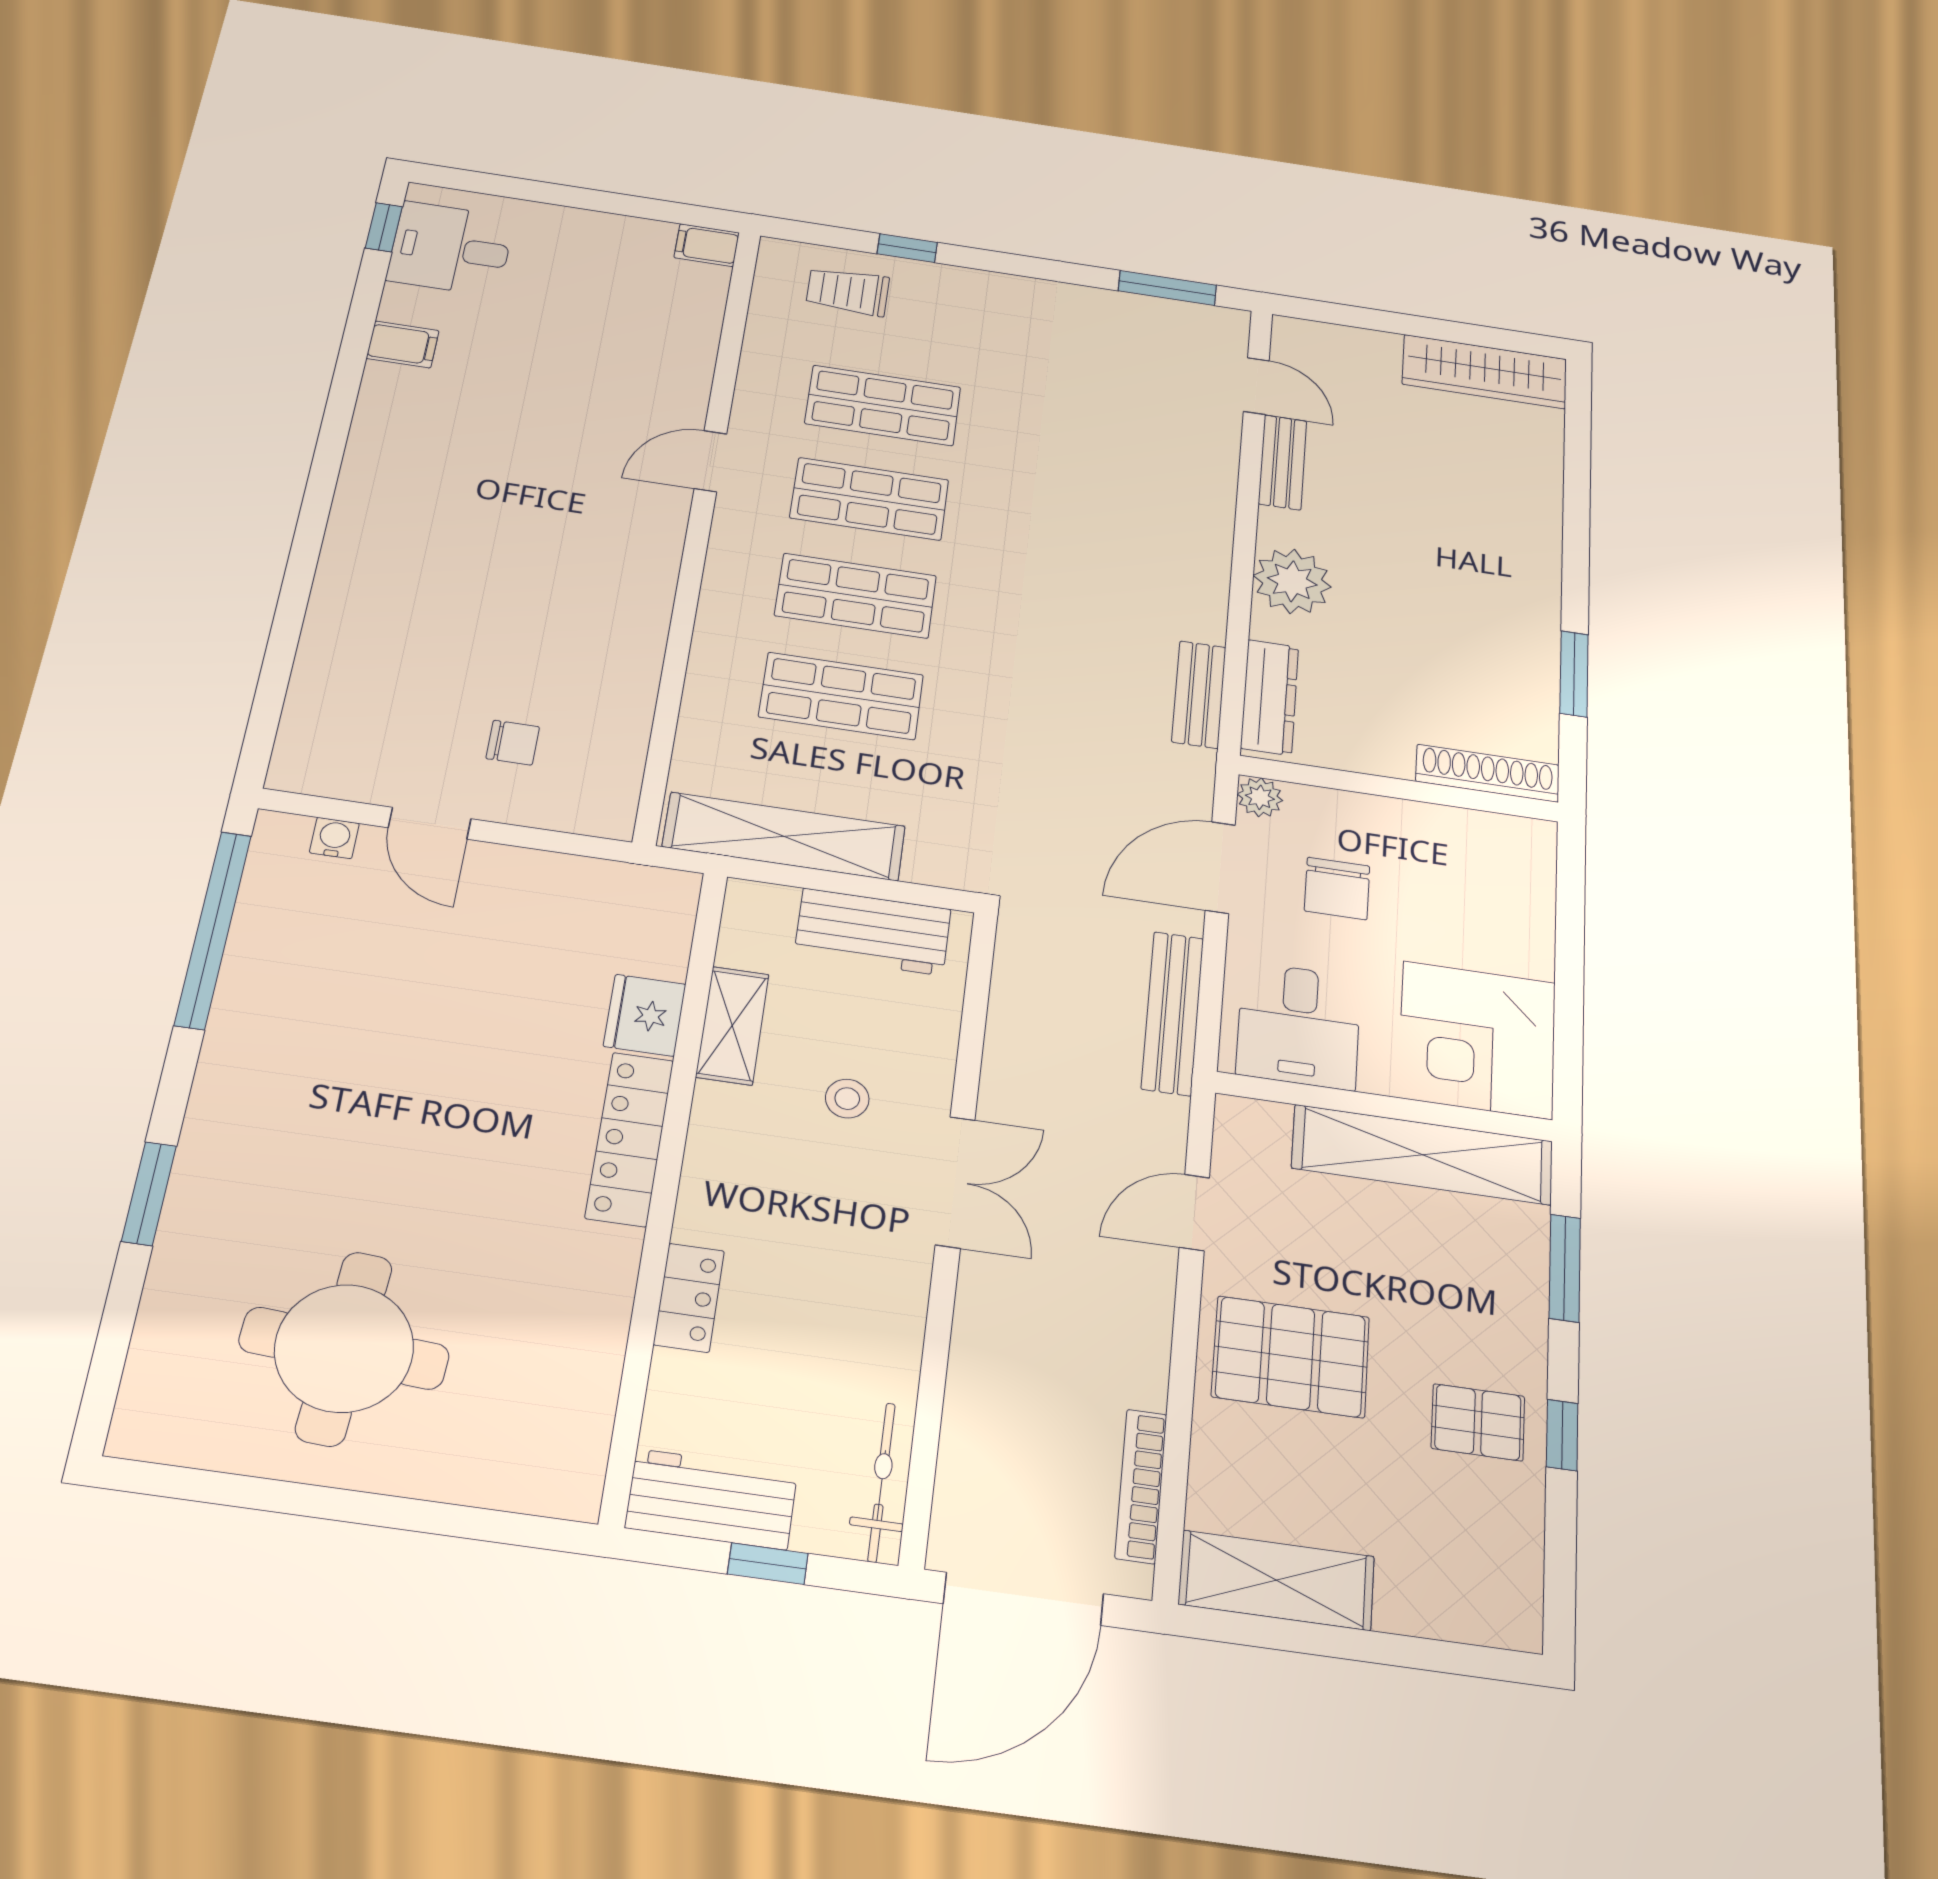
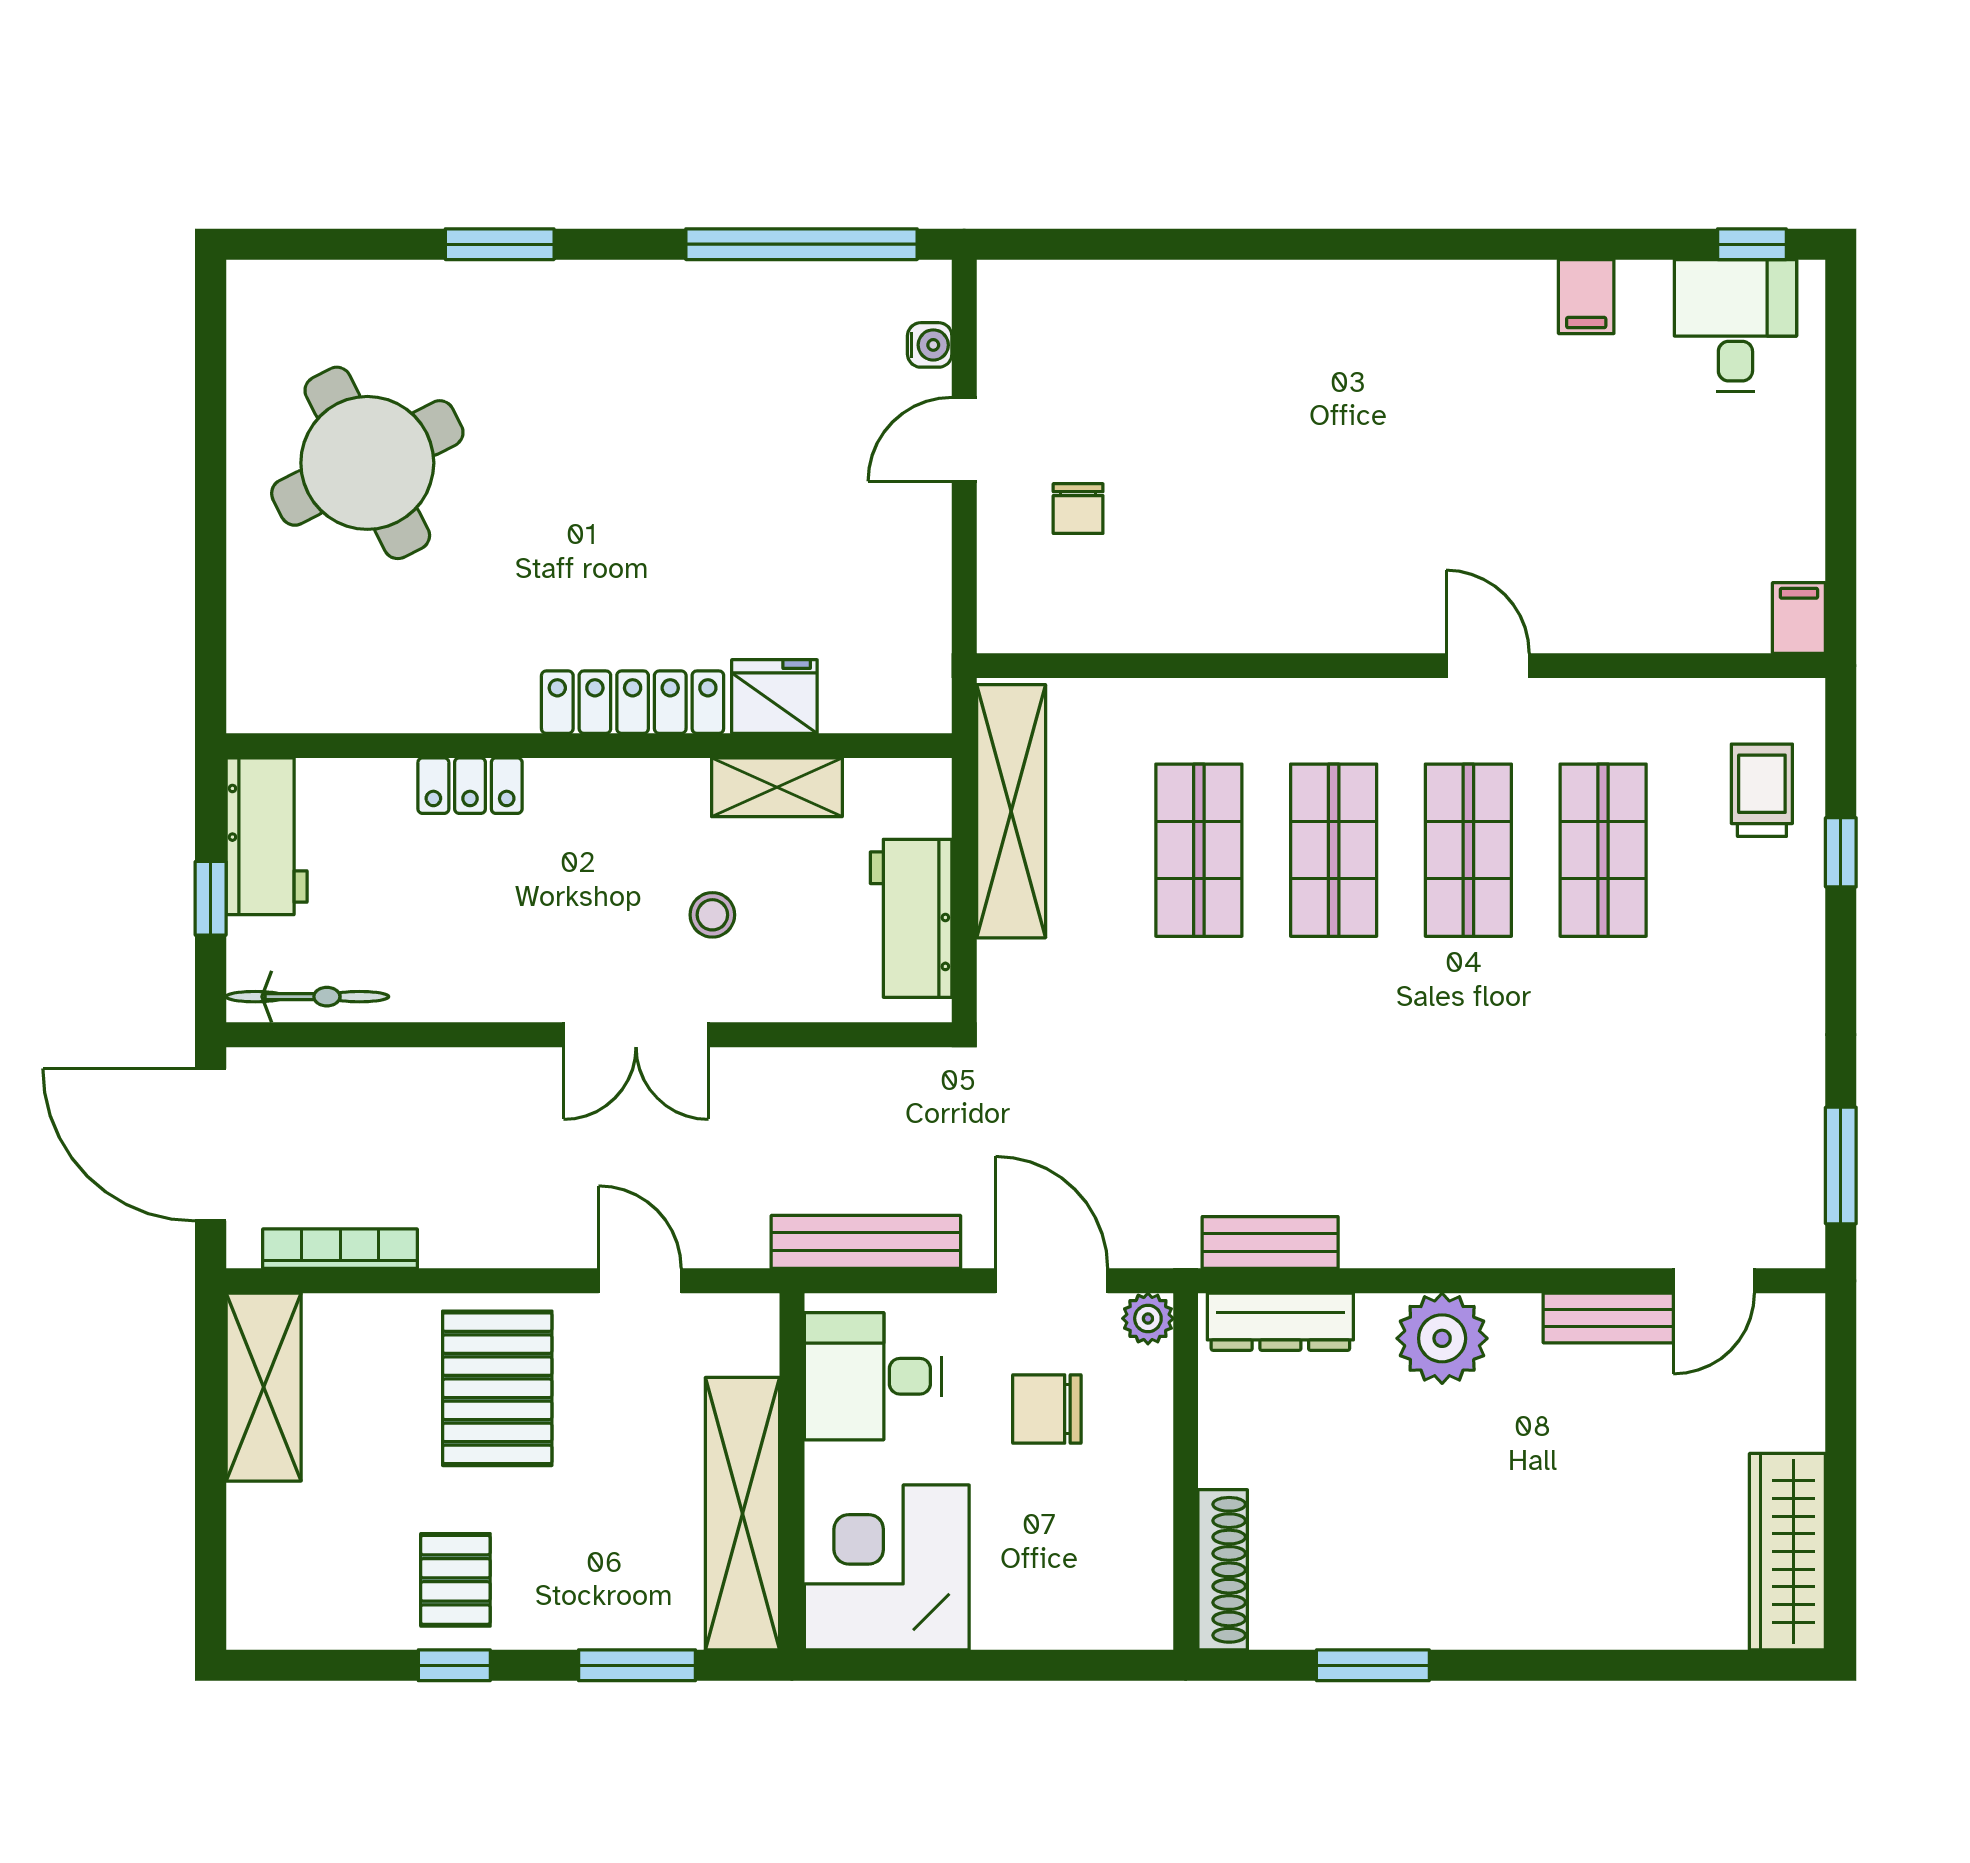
round table: (344, 1348) -> (367, 463), turned -31

